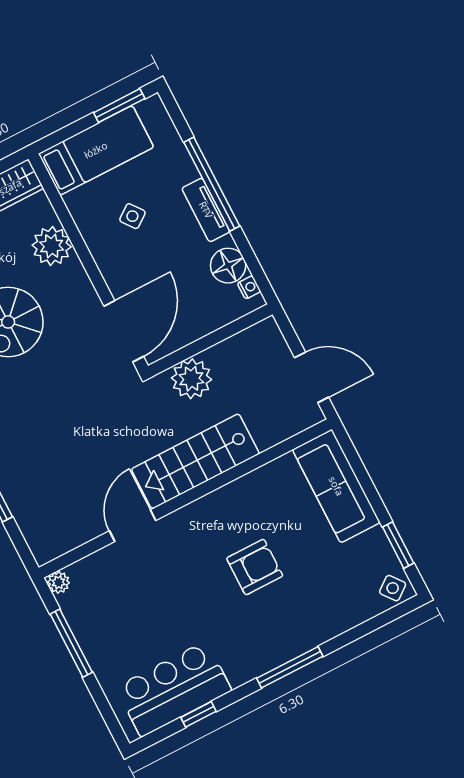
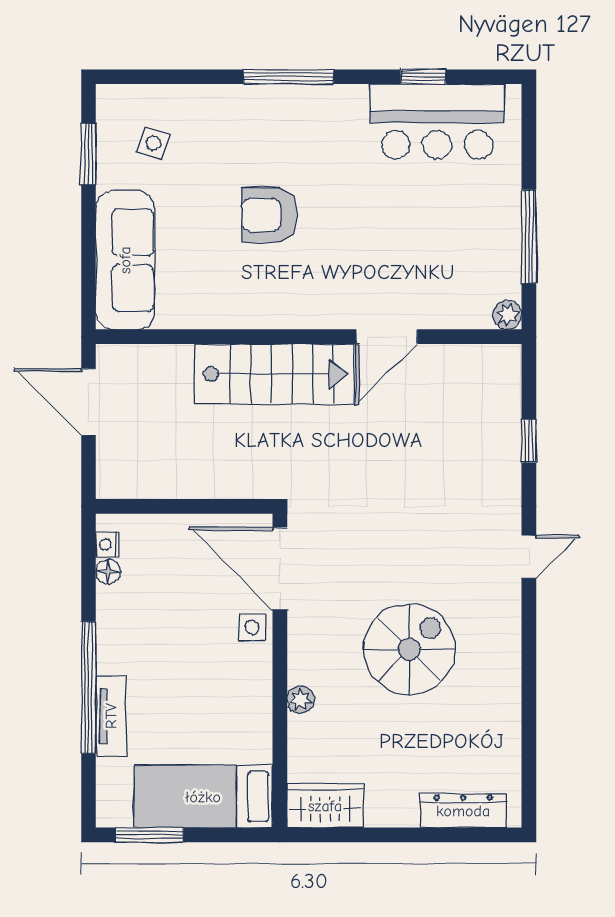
tv unit: (206, 210) -> (111, 716), moved
side table: (132, 216) -> (252, 627), moved, turned 37
plant: (52, 246) -> (301, 700), width x0.53, depth x0.53
floor lamp: (228, 266) -> (108, 572), width x0.53, depth x0.53
door: (124, 331) -> (280, 569), hinge flipped
plant: (191, 379) -> (229, 473), removed
side table: (393, 588) -> (153, 143), moved, turned -34

